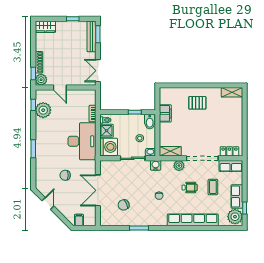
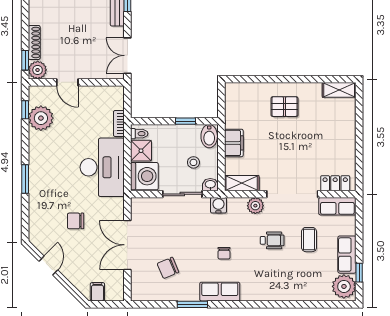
filing cabinet: (165, 113) -> (234, 143), moved
row of seats: (193, 220) -> (220, 292), moved, width x0.50

